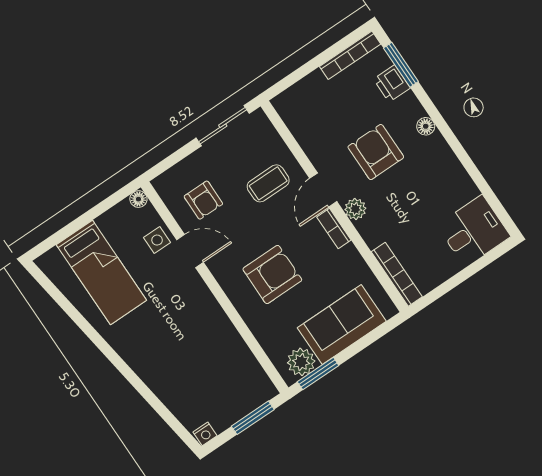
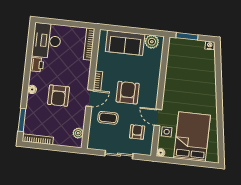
printer: (392, 84) -> (37, 65), moved
sliding door: (223, 126) -> (119, 155), moved
plant: (355, 209) -> (78, 133), moved
desk: (474, 231) -> (47, 41), width x1.37
bed: (101, 272) -> (192, 137), width x1.50
armchair: (272, 275) -> (128, 93), moved, turned 90
window: (318, 374) -> (149, 32), removed

